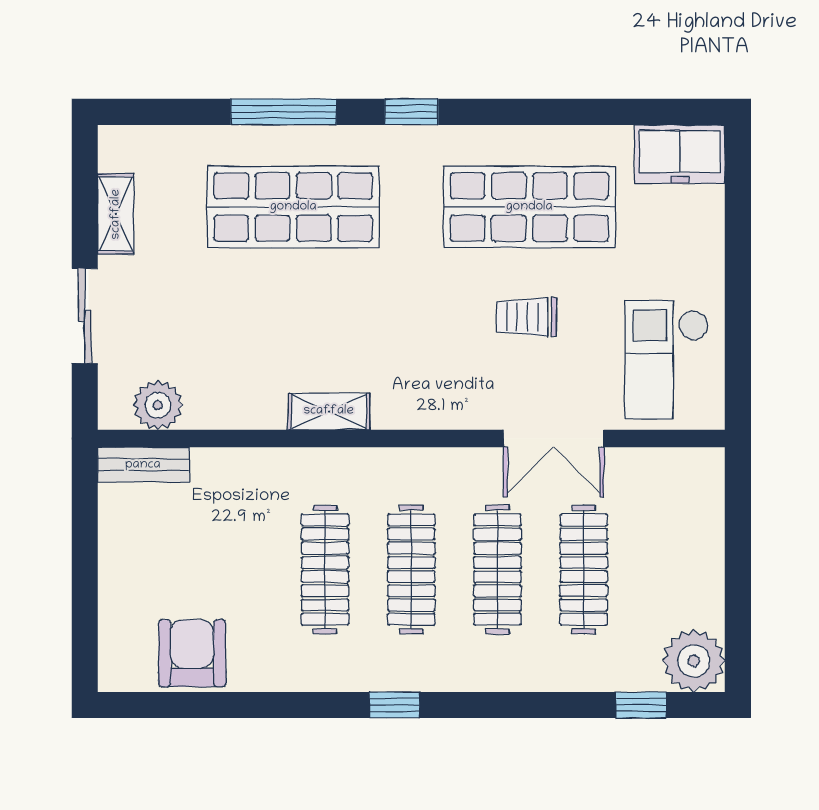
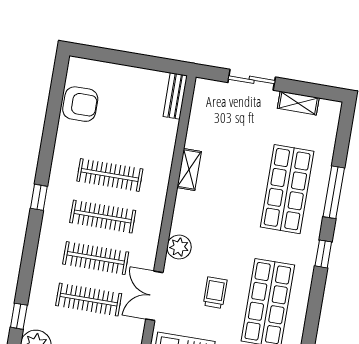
plant: (158, 405) -> (179, 247), moved
shelving: (329, 411) -> (189, 170), moved

